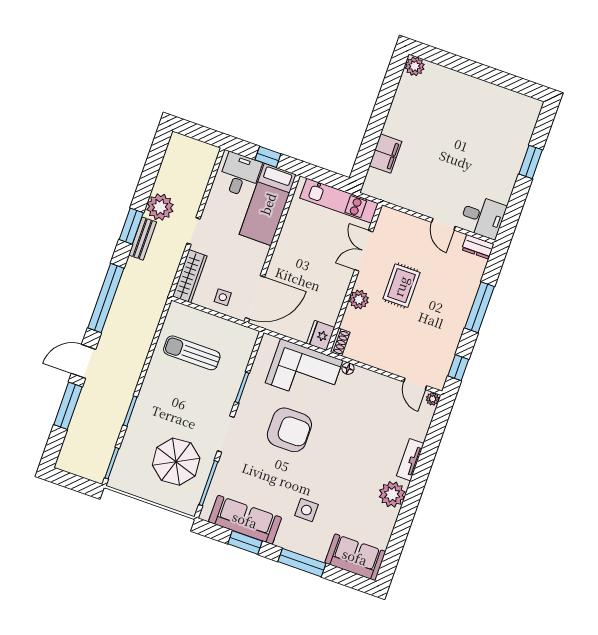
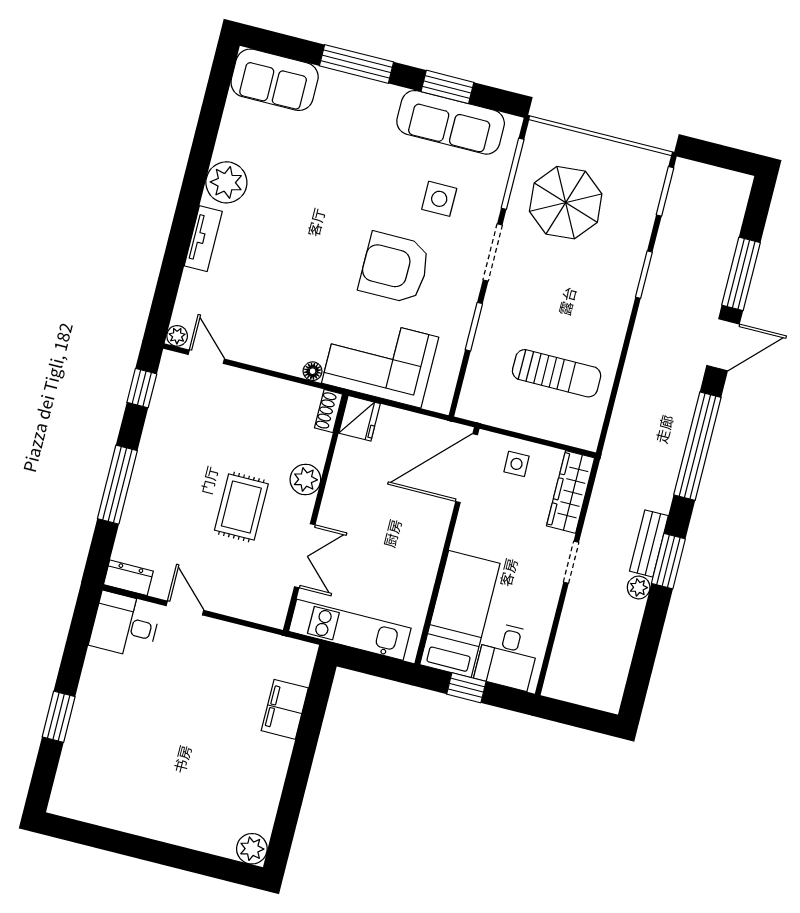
plant: (160, 207) -> (639, 587), width x0.53, depth x0.53
side table: (306, 510) -> (439, 199), moved

